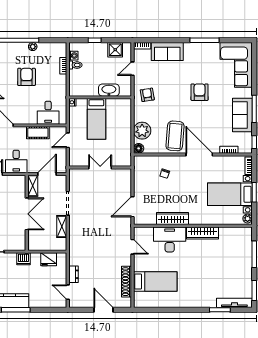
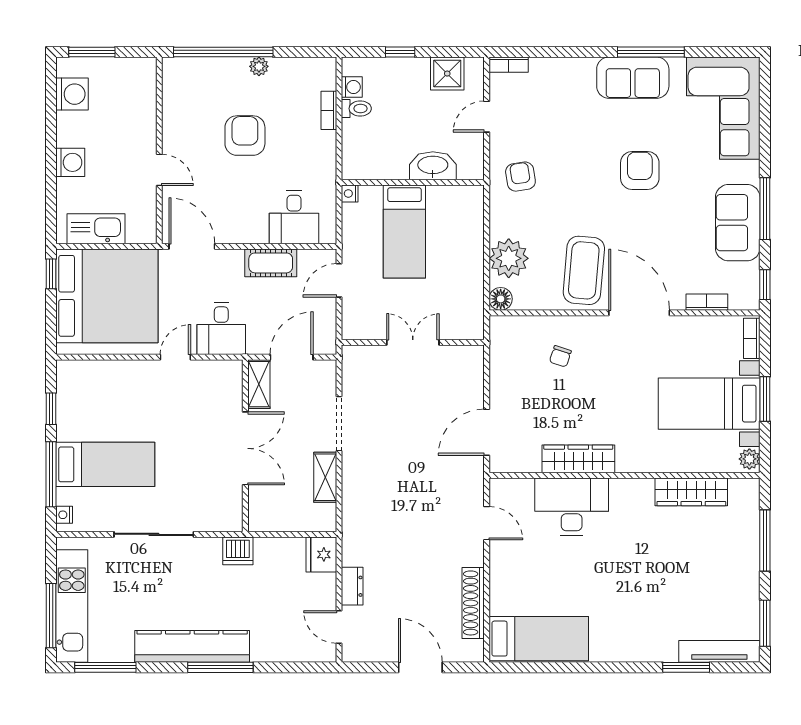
sofa: (167, 51) -> (633, 78), moved
wardrobe: (202, 233) -> (691, 492), moved
fridge: (49, 259) -> (321, 554), moved, turned 90
bed: (155, 281) -> (539, 639), moved

